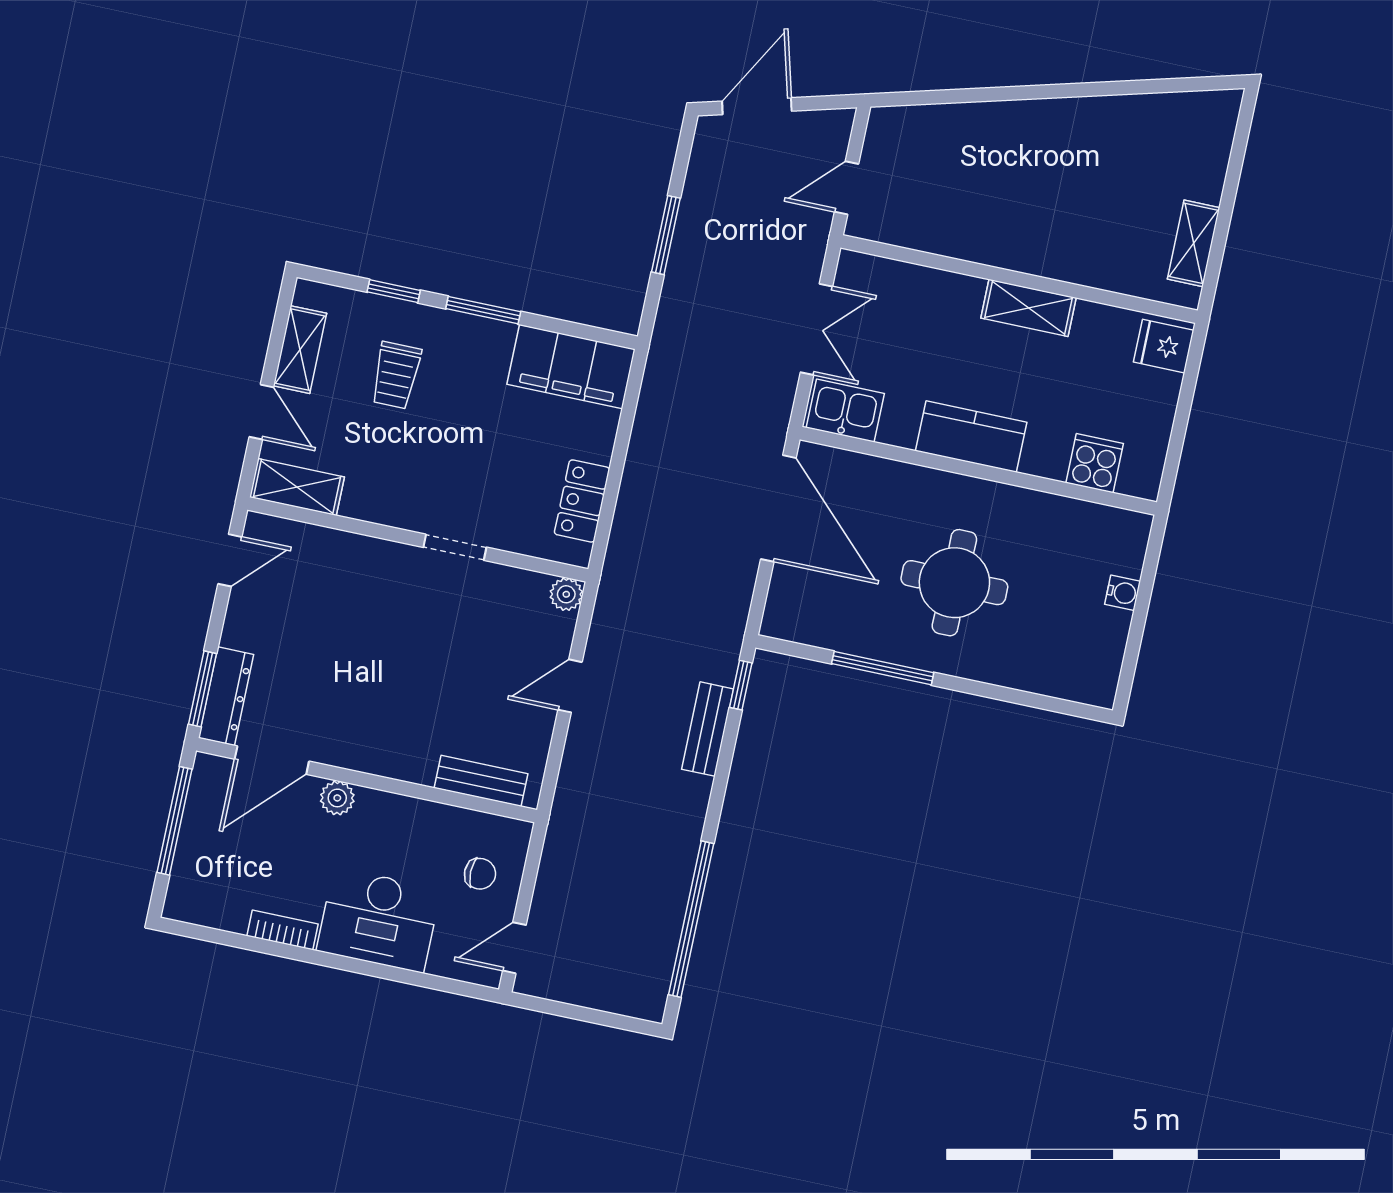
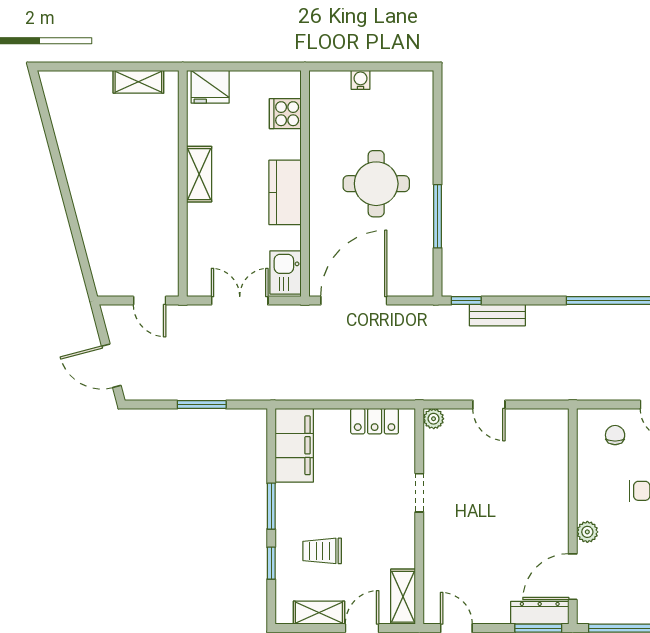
fridge: (1164, 346) -> (210, 87), width x1.38
trolley: (396, 375) -> (322, 551), turned 180
door: (272, 760) -> (573, 577), swing flipped
bench: (481, 781) -> (558, 447), removed

